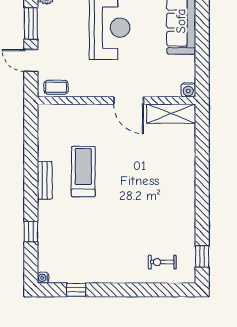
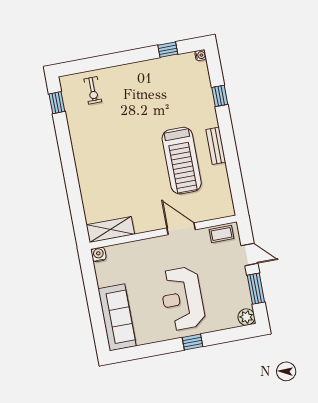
door: (129, 100) -> (181, 229), moved
treadmill: (83, 172) -> (182, 161), width x1.37, depth x1.38
exercise bike: (162, 262) -> (93, 90), turned 90

